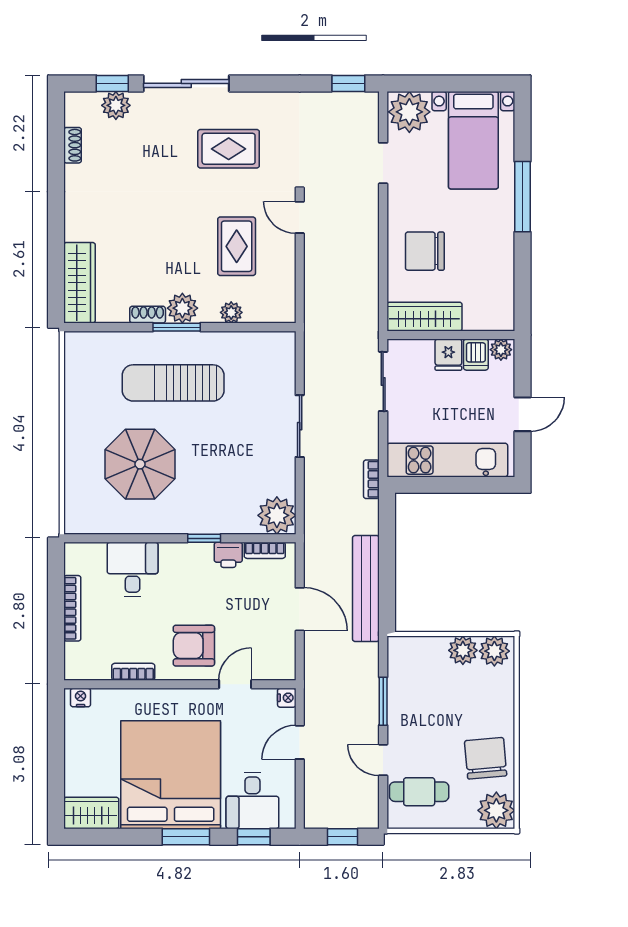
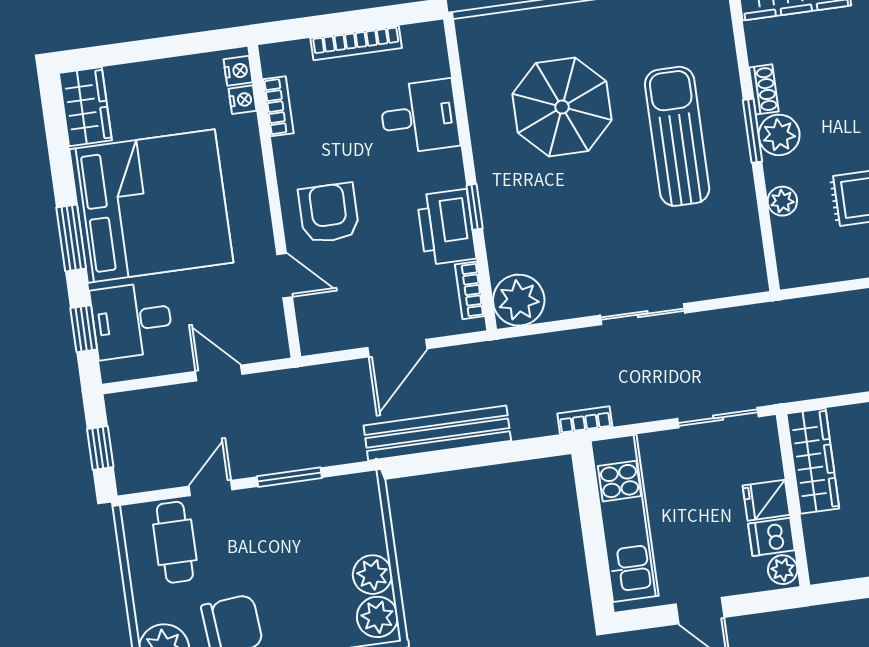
printer: (228, 555) -> (446, 227), width x1.87, depth x1.48
bookcase: (133, 672) -> (278, 106), moved
nightstand: (287, 698) -> (243, 100), moved, turned -90

